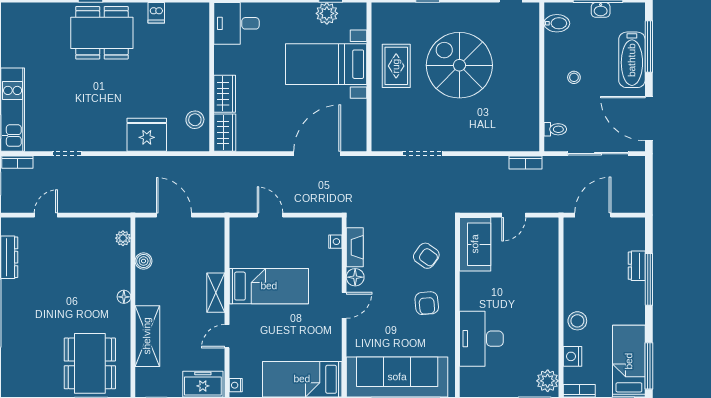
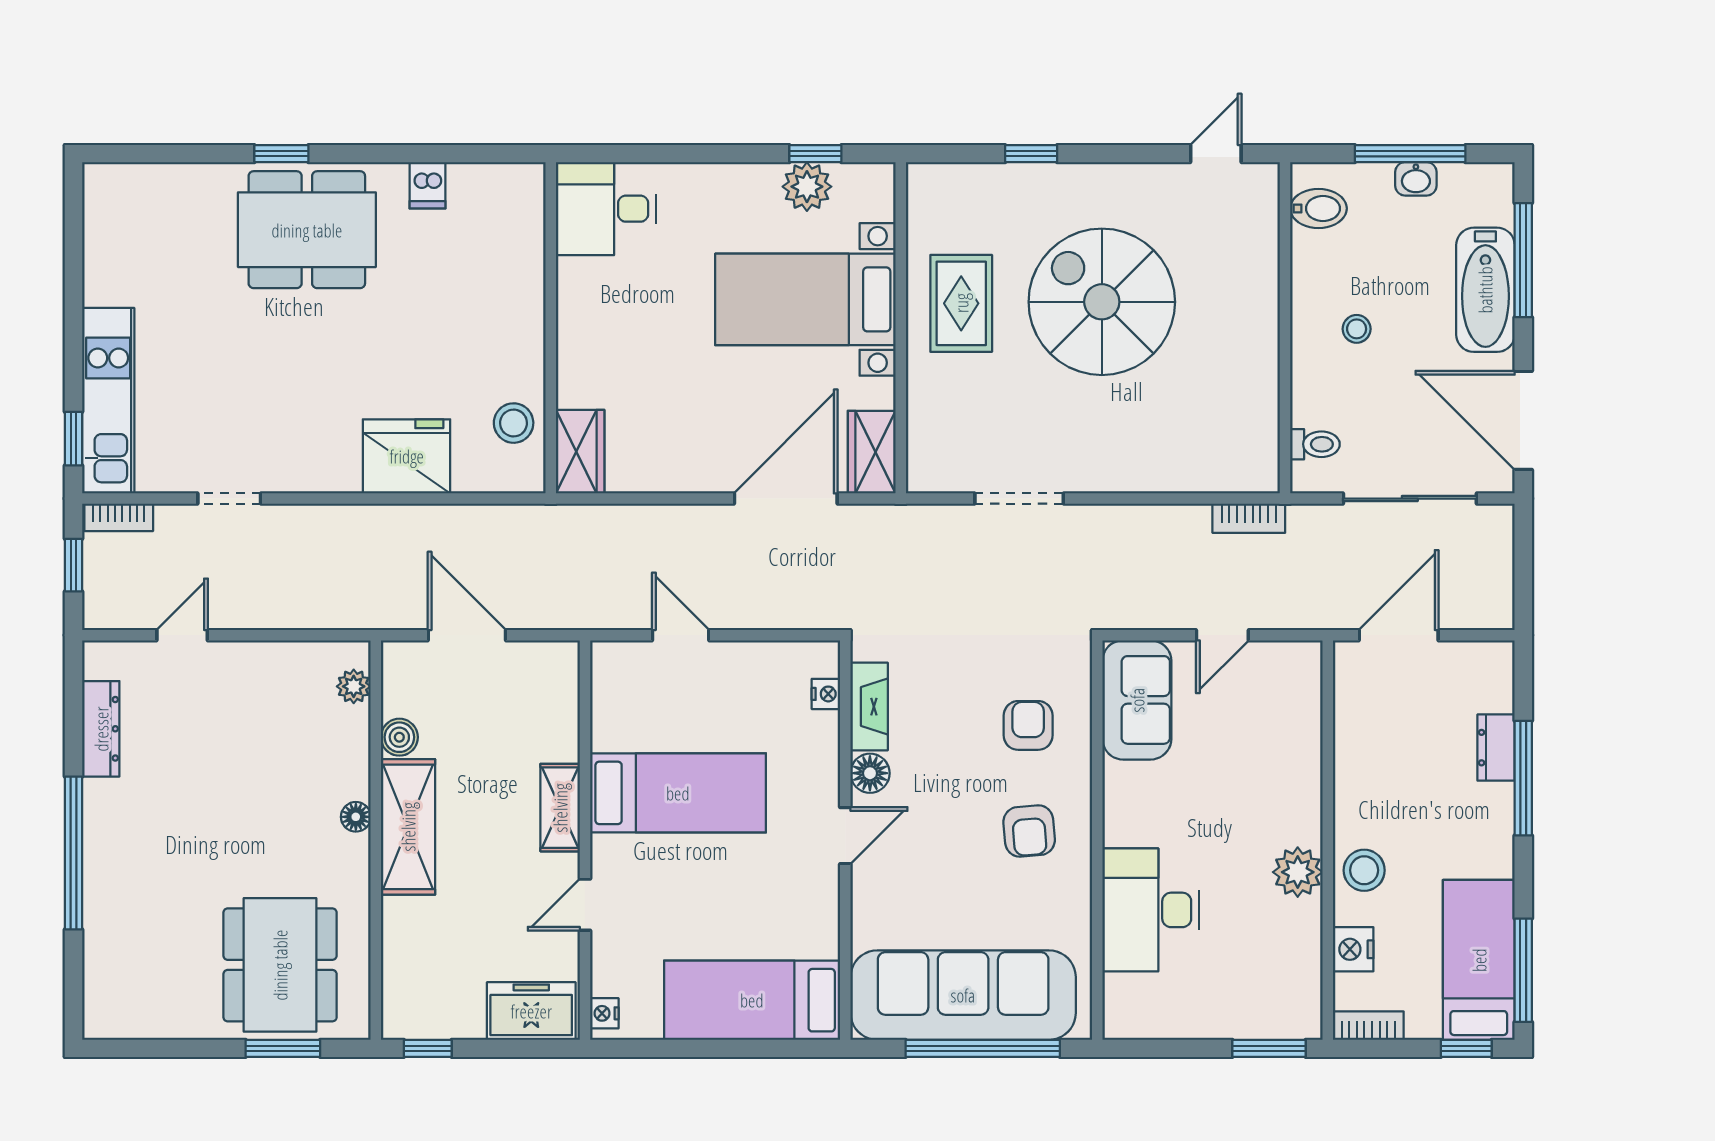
wardrobe: (225, 94) -> (872, 452), moved, turned 180
armchair: (426, 256) -> (1028, 725), turned -126
shelving: (147, 336) -> (408, 827), moved
plant: (548, 381) -> (1298, 872), moved

